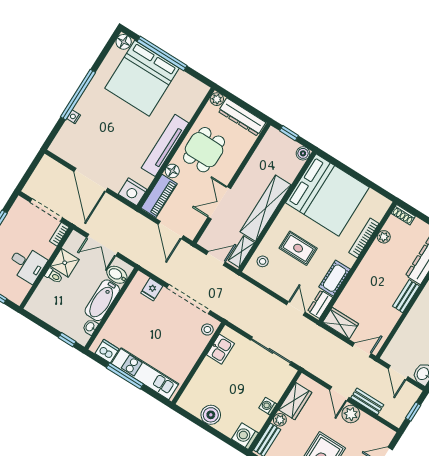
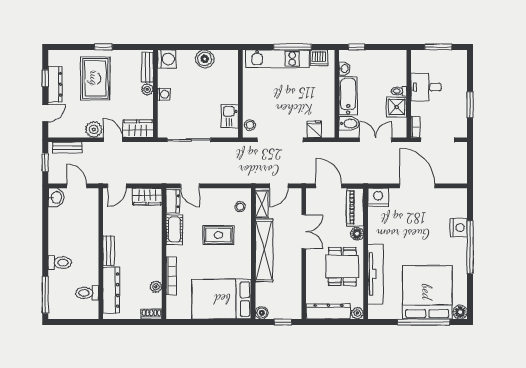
nightstand: (74, 117) -> (459, 227), width x1.89, depth x1.79
tv unit: (165, 145) -> (375, 274), moved
bed: (327, 195) -> (222, 299), width x0.73
wardrobe: (295, 401) -> (138, 129), moved, turned 90
bench: (367, 401) -> (67, 148), moved

